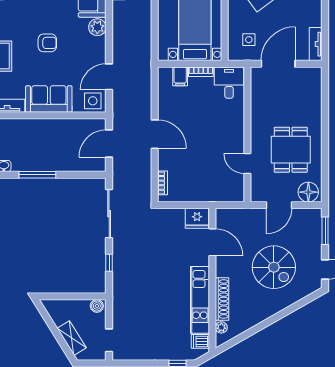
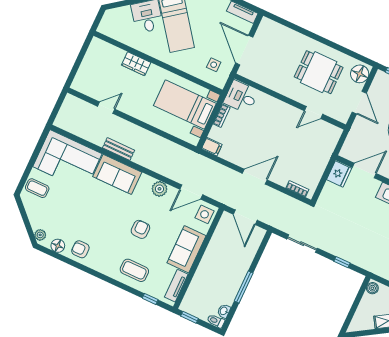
plant: (97, 27) -> (159, 189), moved
filing cabinet: (180, 76) -> (212, 147), moved
door: (109, 77) -> (191, 192), hinge flipped
sliding door: (109, 214) -> (302, 244), width x0.73

